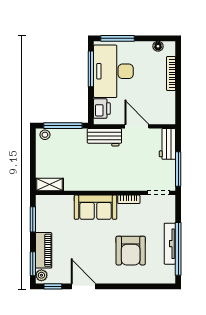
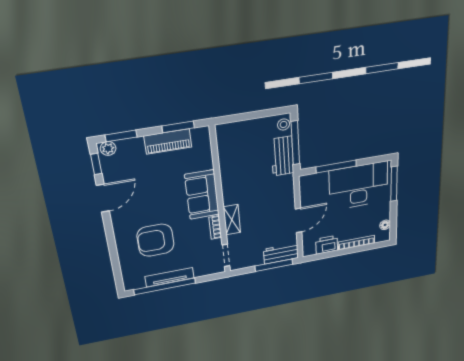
window: (91, 69) -> (336, 167), moved
printer: (102, 109) -> (327, 245), moved, turned 180
workbench: (104, 137) -> (282, 156), moved
window: (178, 169) -> (274, 265), moved
shelving: (50, 185) -> (232, 220), moved
piano: (44, 250) -> (168, 141), moved

